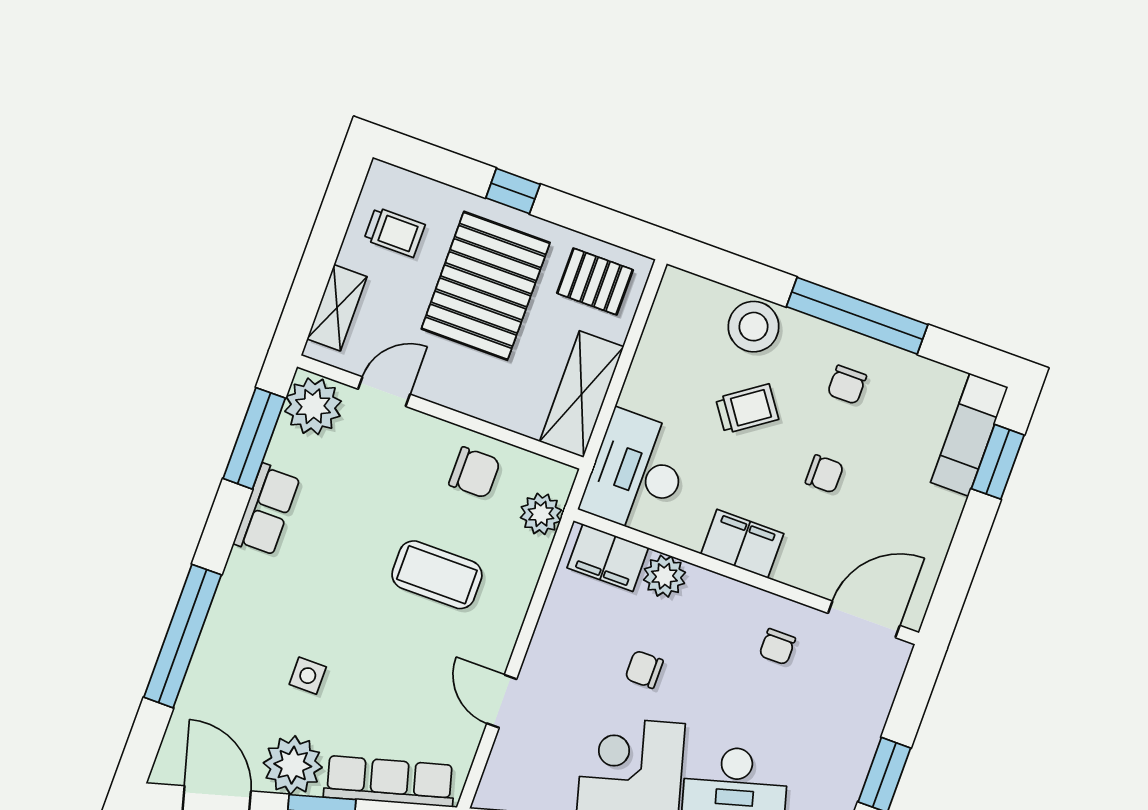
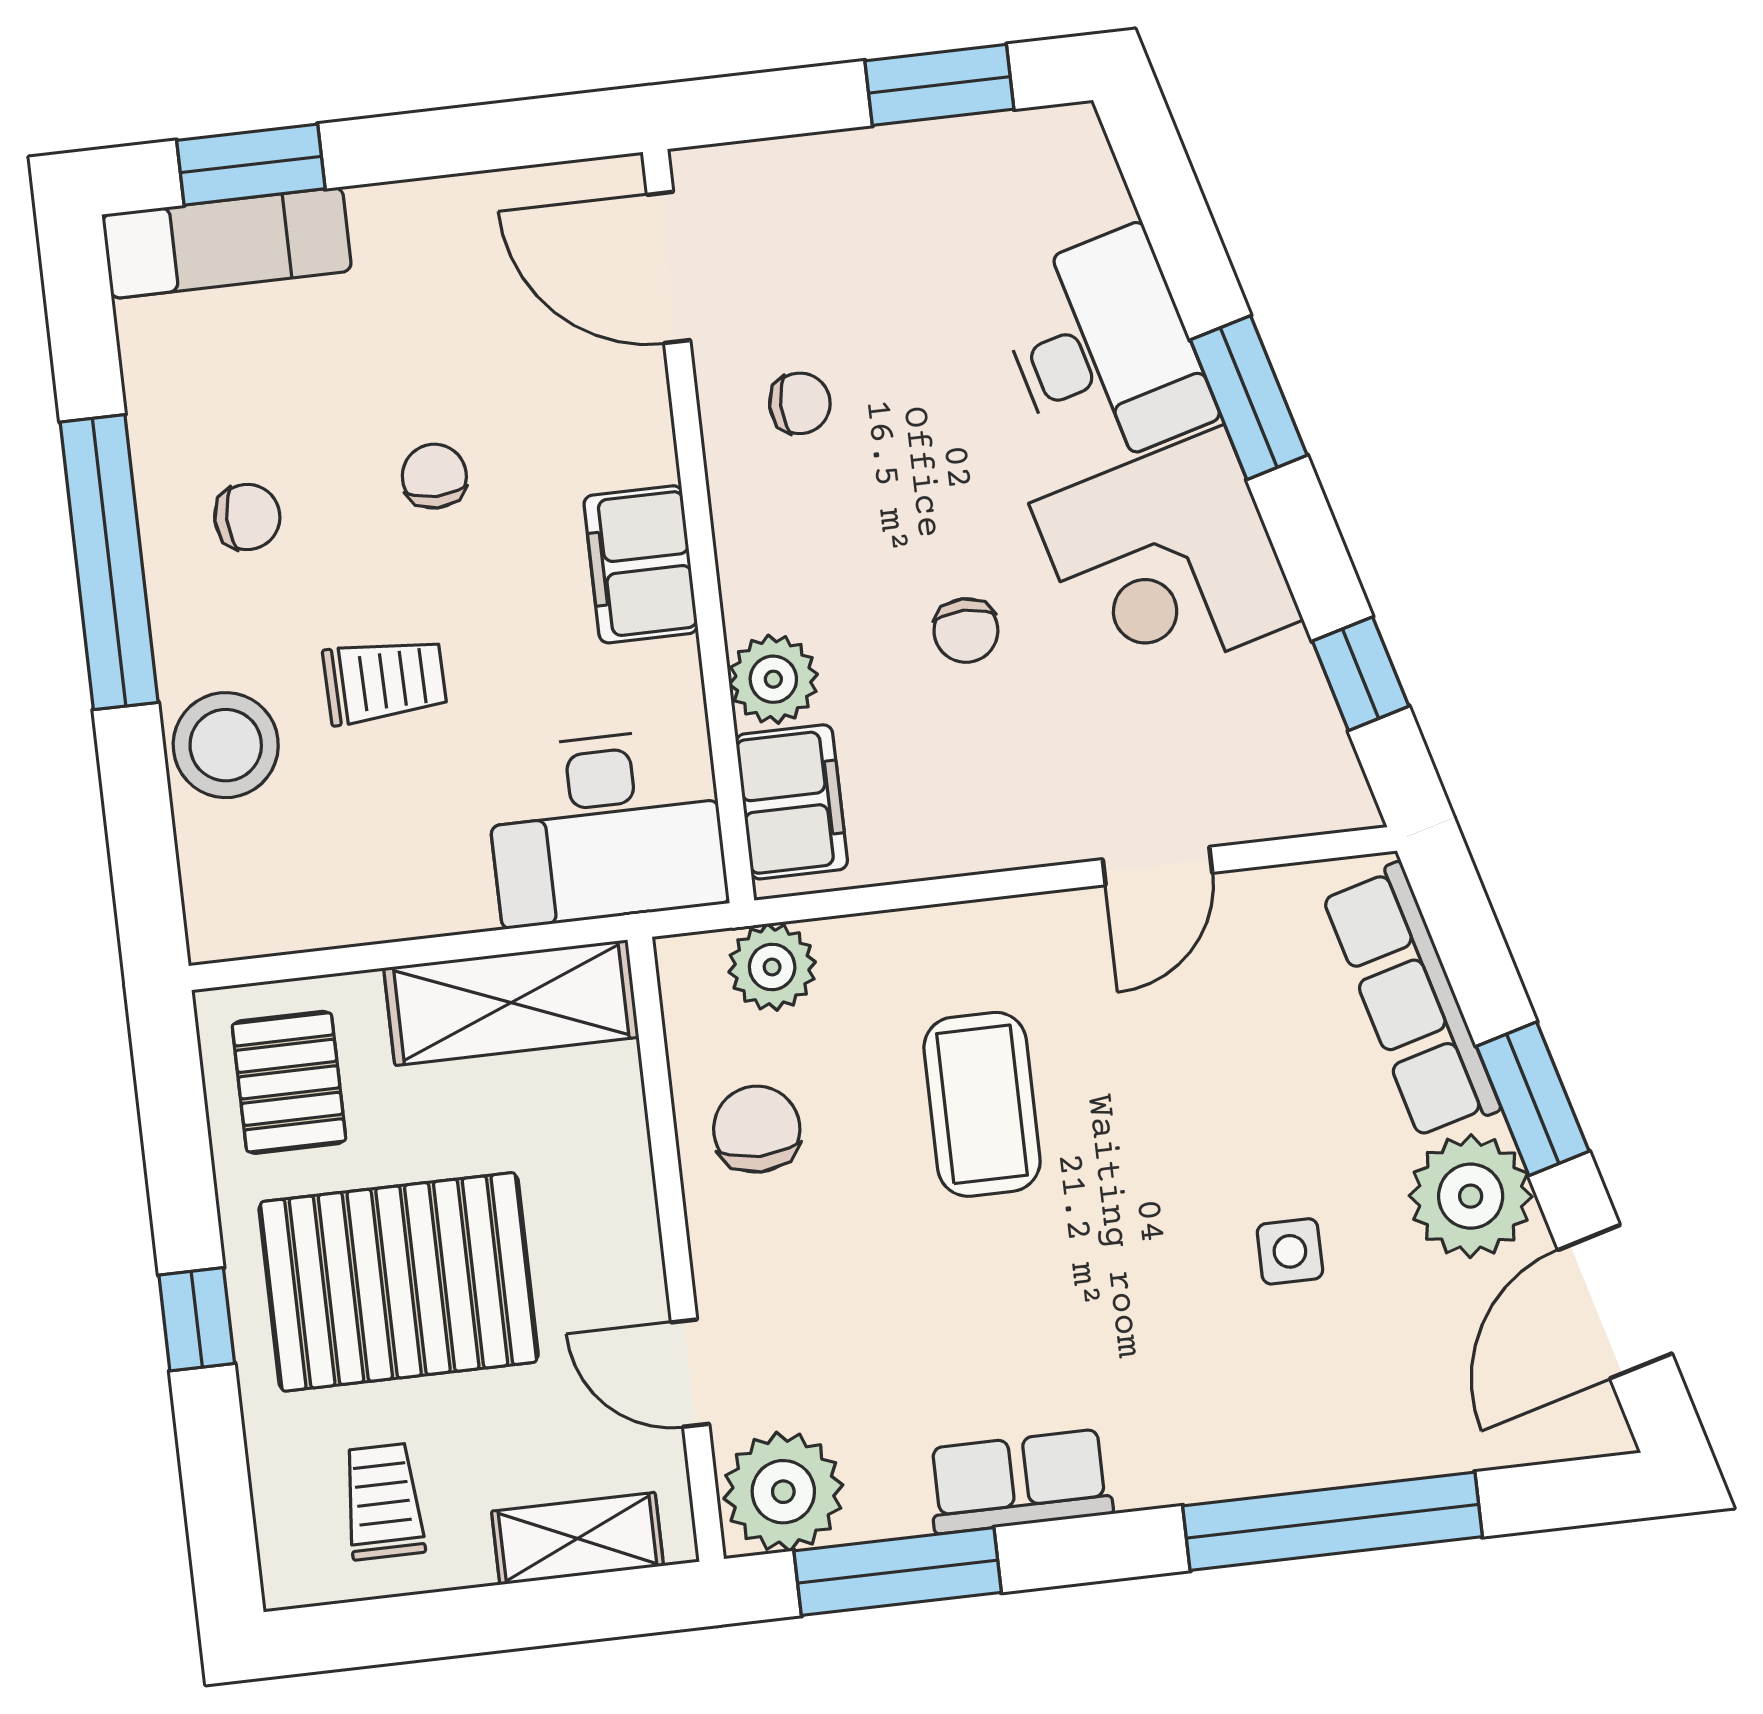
trolley: (747, 409) -> (385, 681), turned 124

